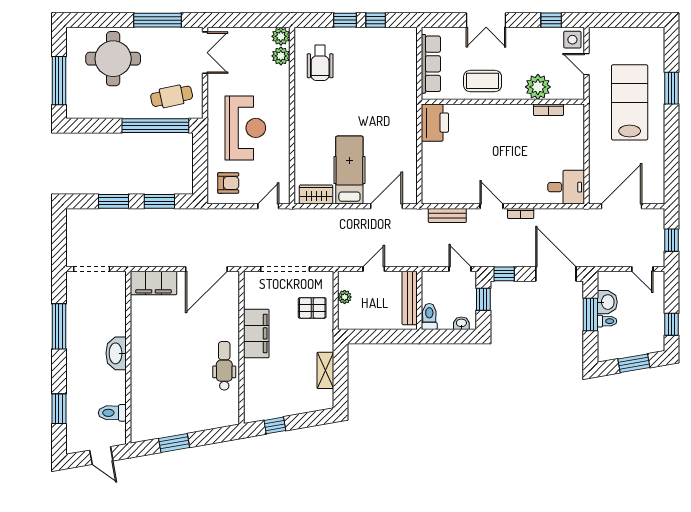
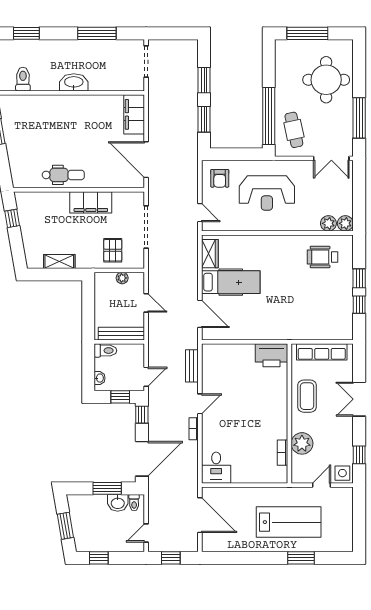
toilet: (607, 321) -> (134, 503), moved

